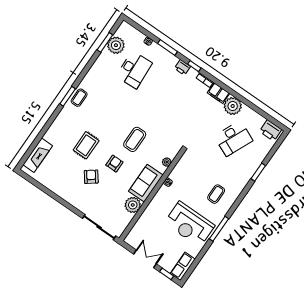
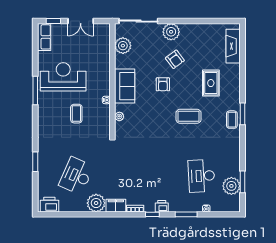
coffee table: (135, 139) -> (189, 116), moved, turned 90
rug: (86, 145) -> (211, 83), moved
coffee table: (216, 194) -> (76, 114), moved
plant: (79, 201) -> (171, 32), added
plant: (133, 205) -> (123, 46), moved

